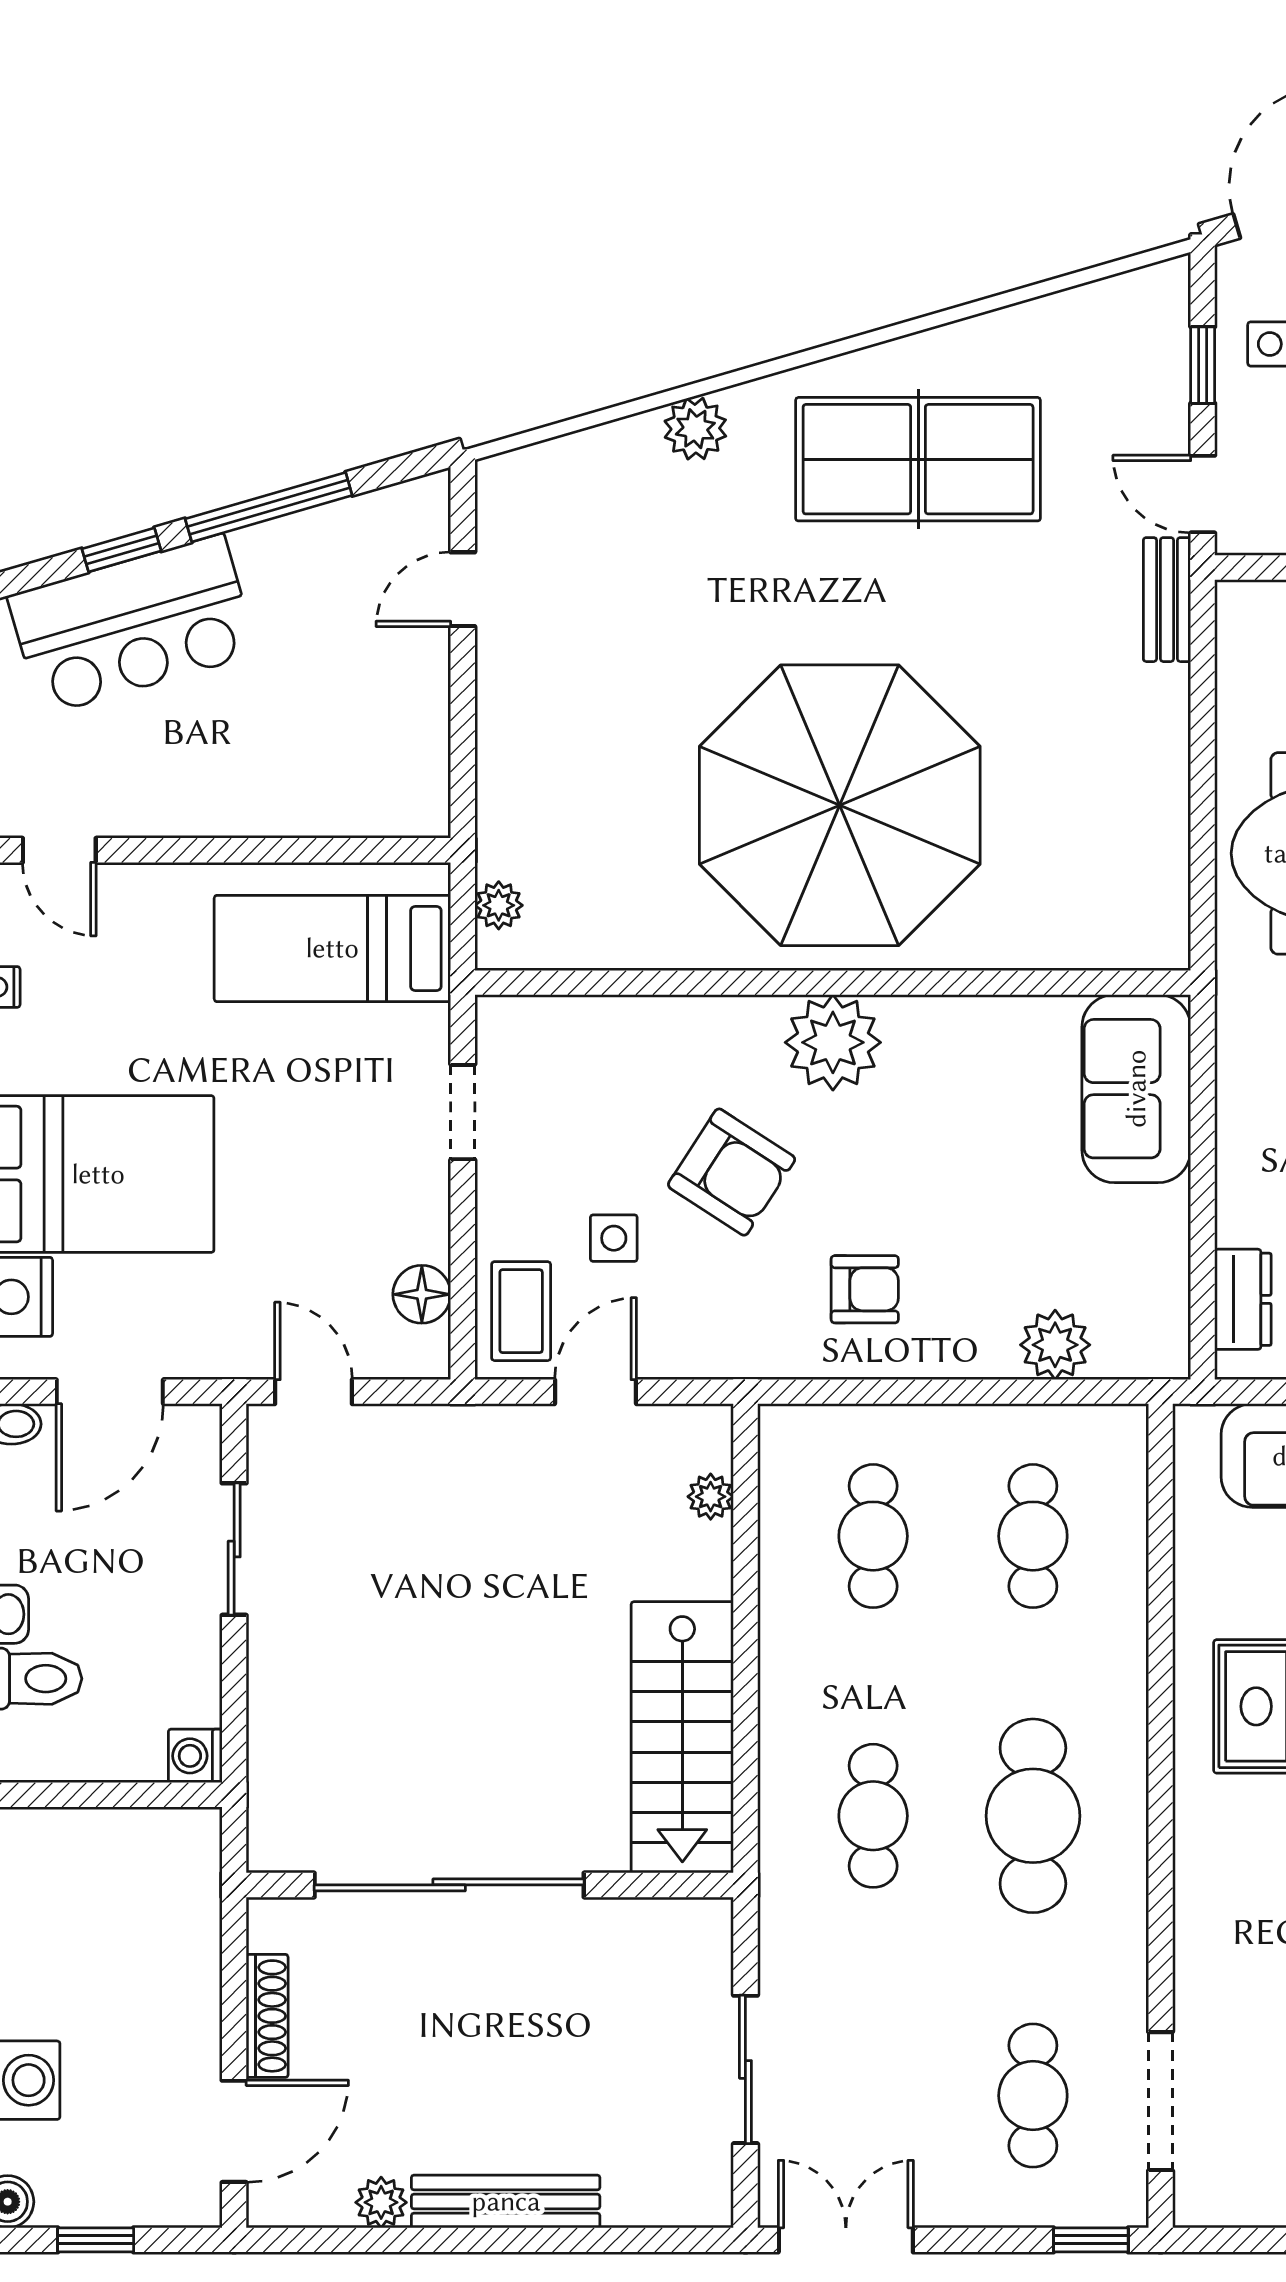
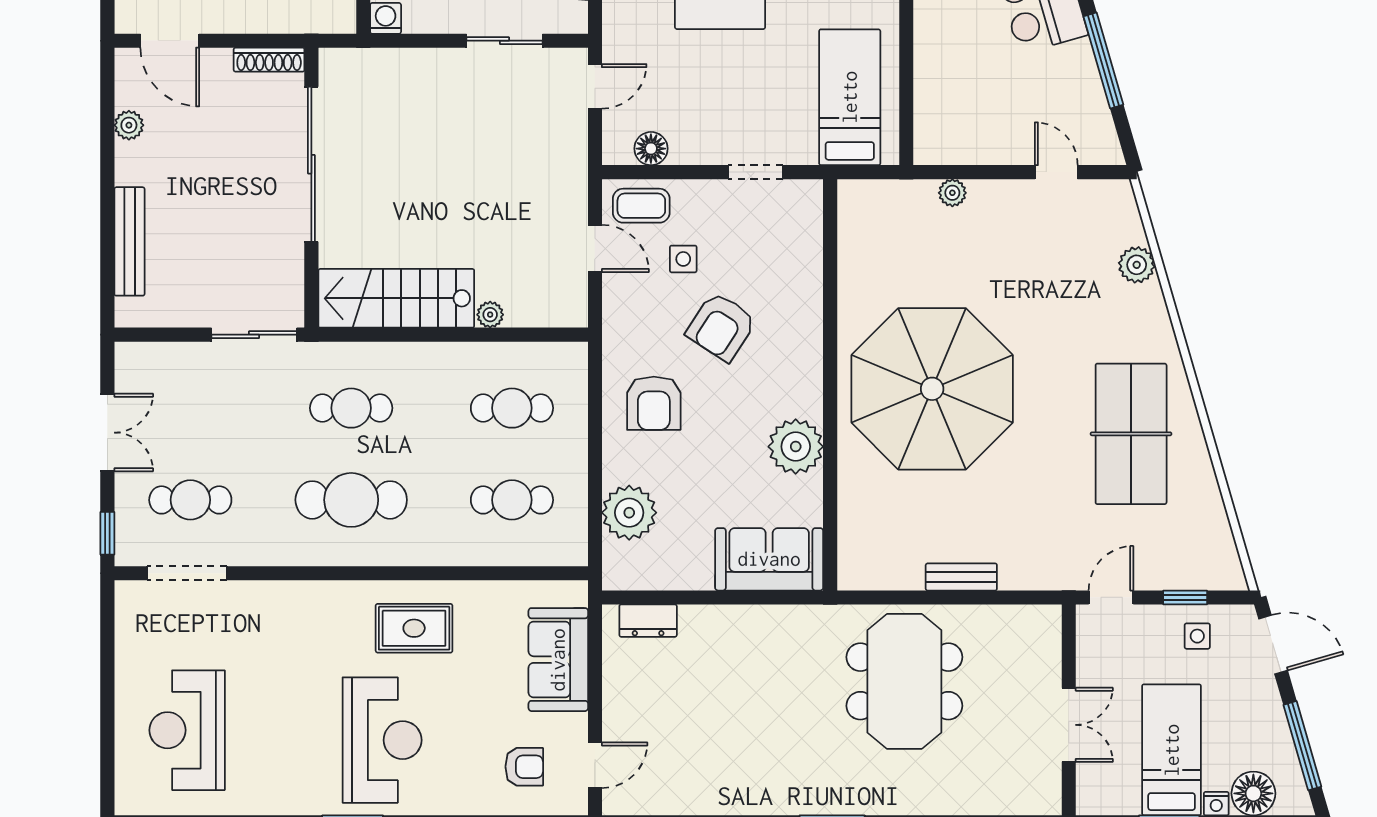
plant: (695, 429) -> (1137, 265), moved
bench: (1167, 600) -> (961, 577), moved
plant: (499, 905) -> (952, 193), moved
plant: (833, 1042) -> (796, 447), moved
armchair: (865, 1289) -> (654, 403), width x1.38, depth x1.38
plant: (1055, 1345) -> (629, 513), width x1.36, depth x1.36
plant: (711, 1497) -> (490, 315), moved
shoe rack: (267, 2016) -> (269, 60), moved
sliding door: (745, 2069) -> (254, 335), moved
bench: (506, 2201) -> (129, 241), moved
double door: (846, 2240) -> (107, 433), moved

